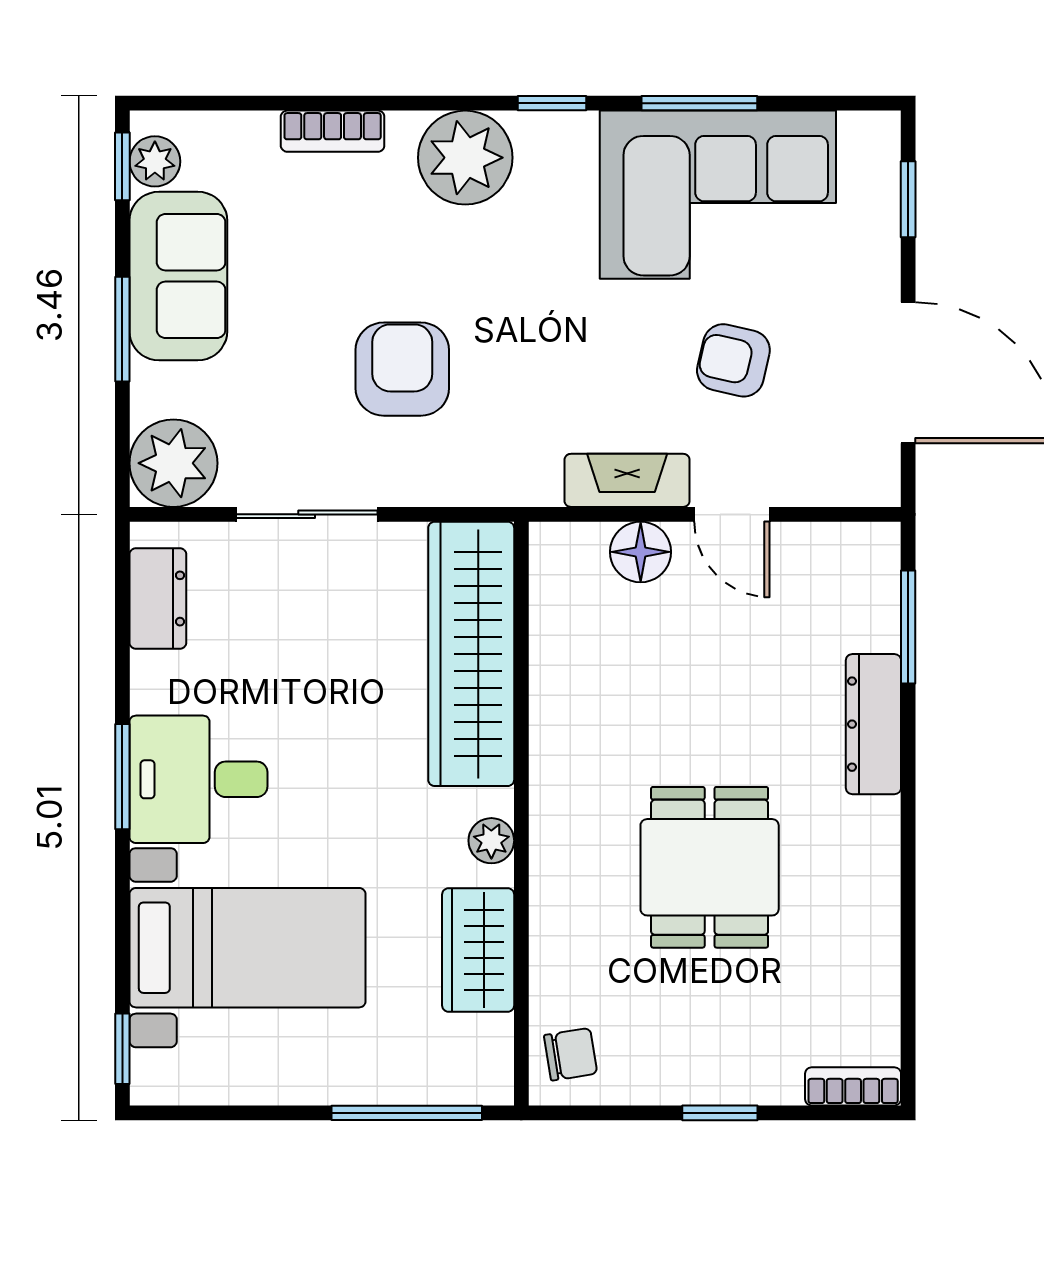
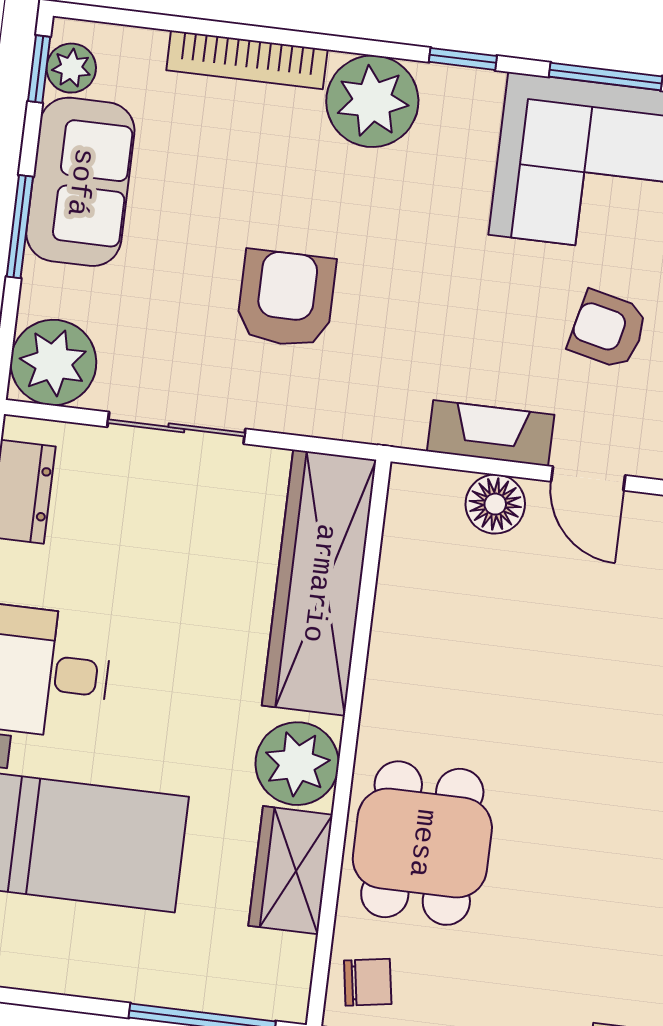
bookcase: (333, 131) -> (247, 60), width x1.56
plant: (491, 841) -> (297, 764), width x1.87, depth x1.87
dining table: (710, 867) -> (422, 843), moved

